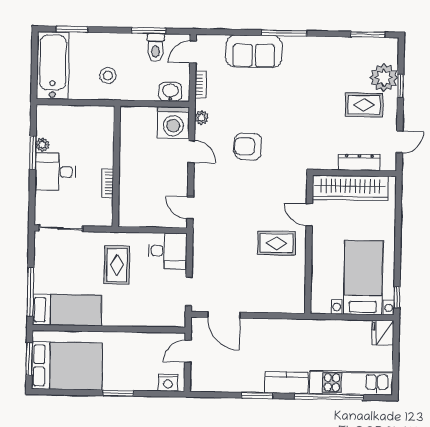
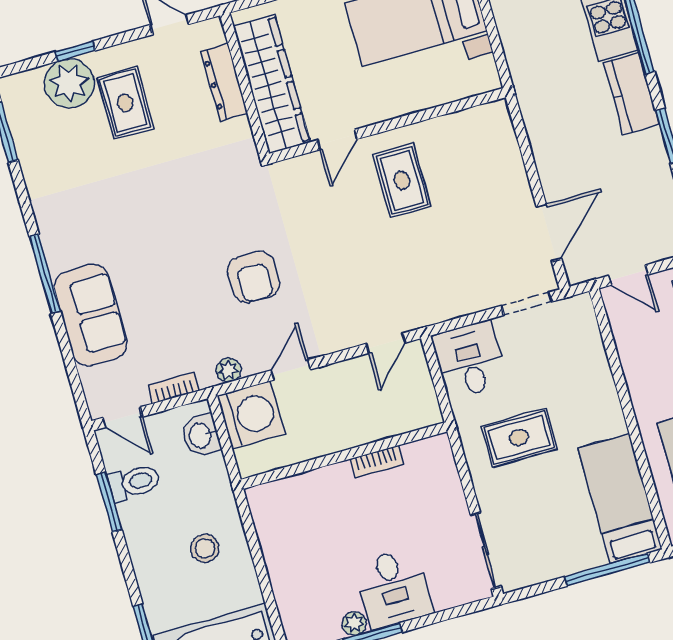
wall: (116, 166) -> (344, 456), moved
bookcase: (107, 183) -> (377, 462), moved

